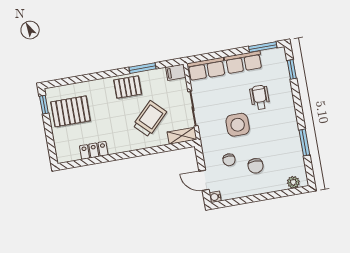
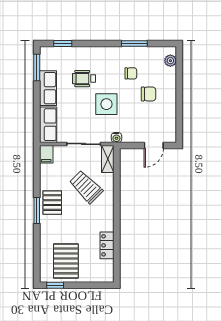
window: (143, 68) -> (37, 211), moved
chair: (229, 160) -> (131, 73), moved
water cooler: (215, 197) -> (116, 137), moved

